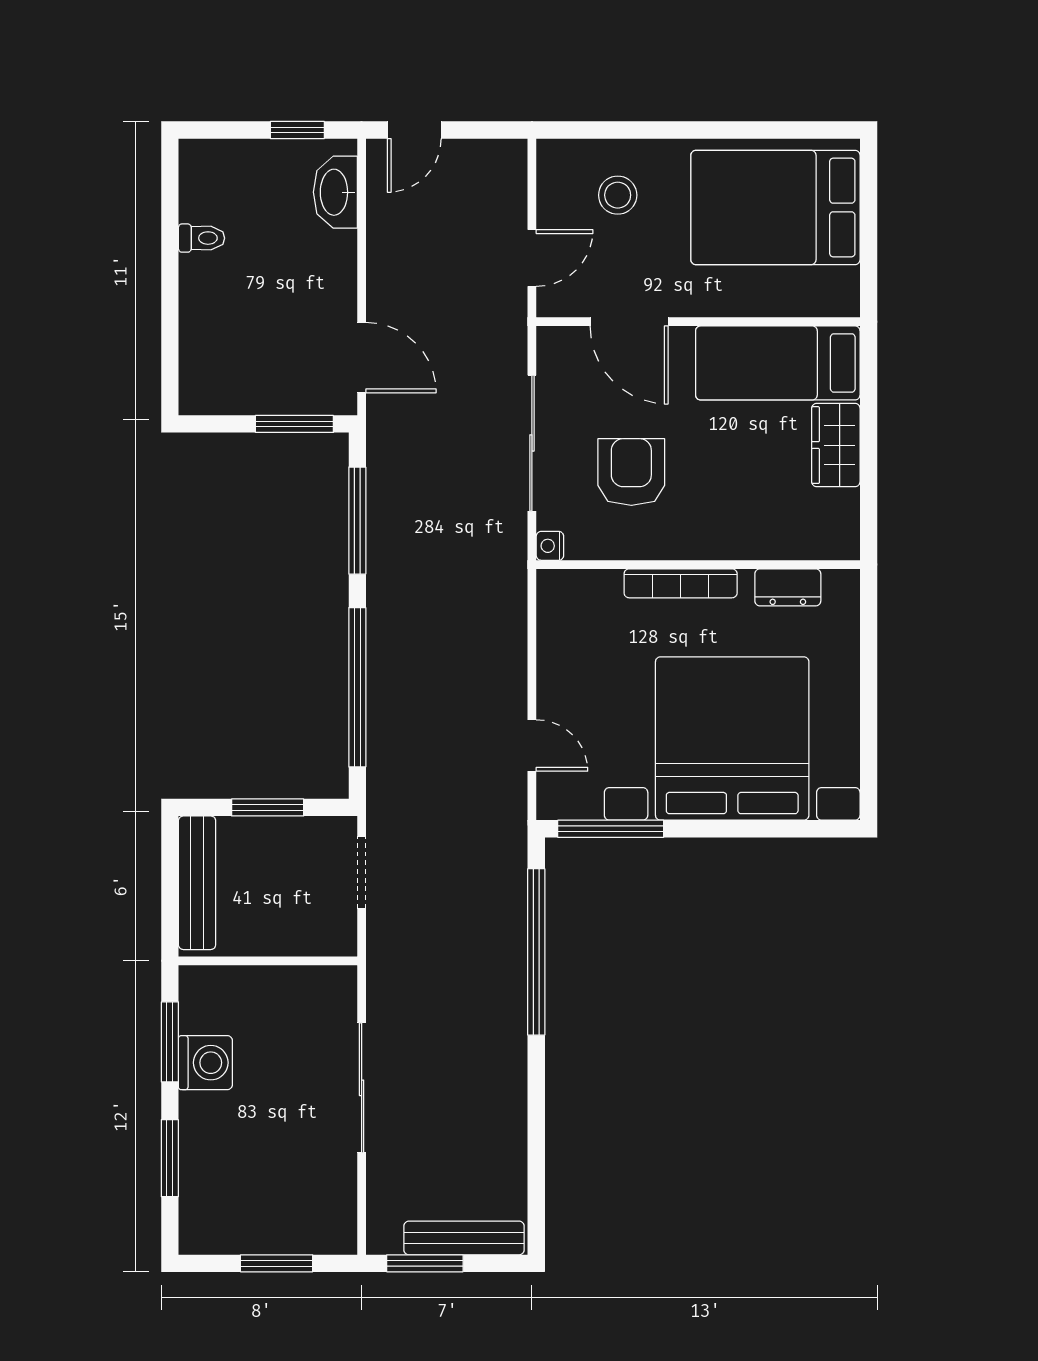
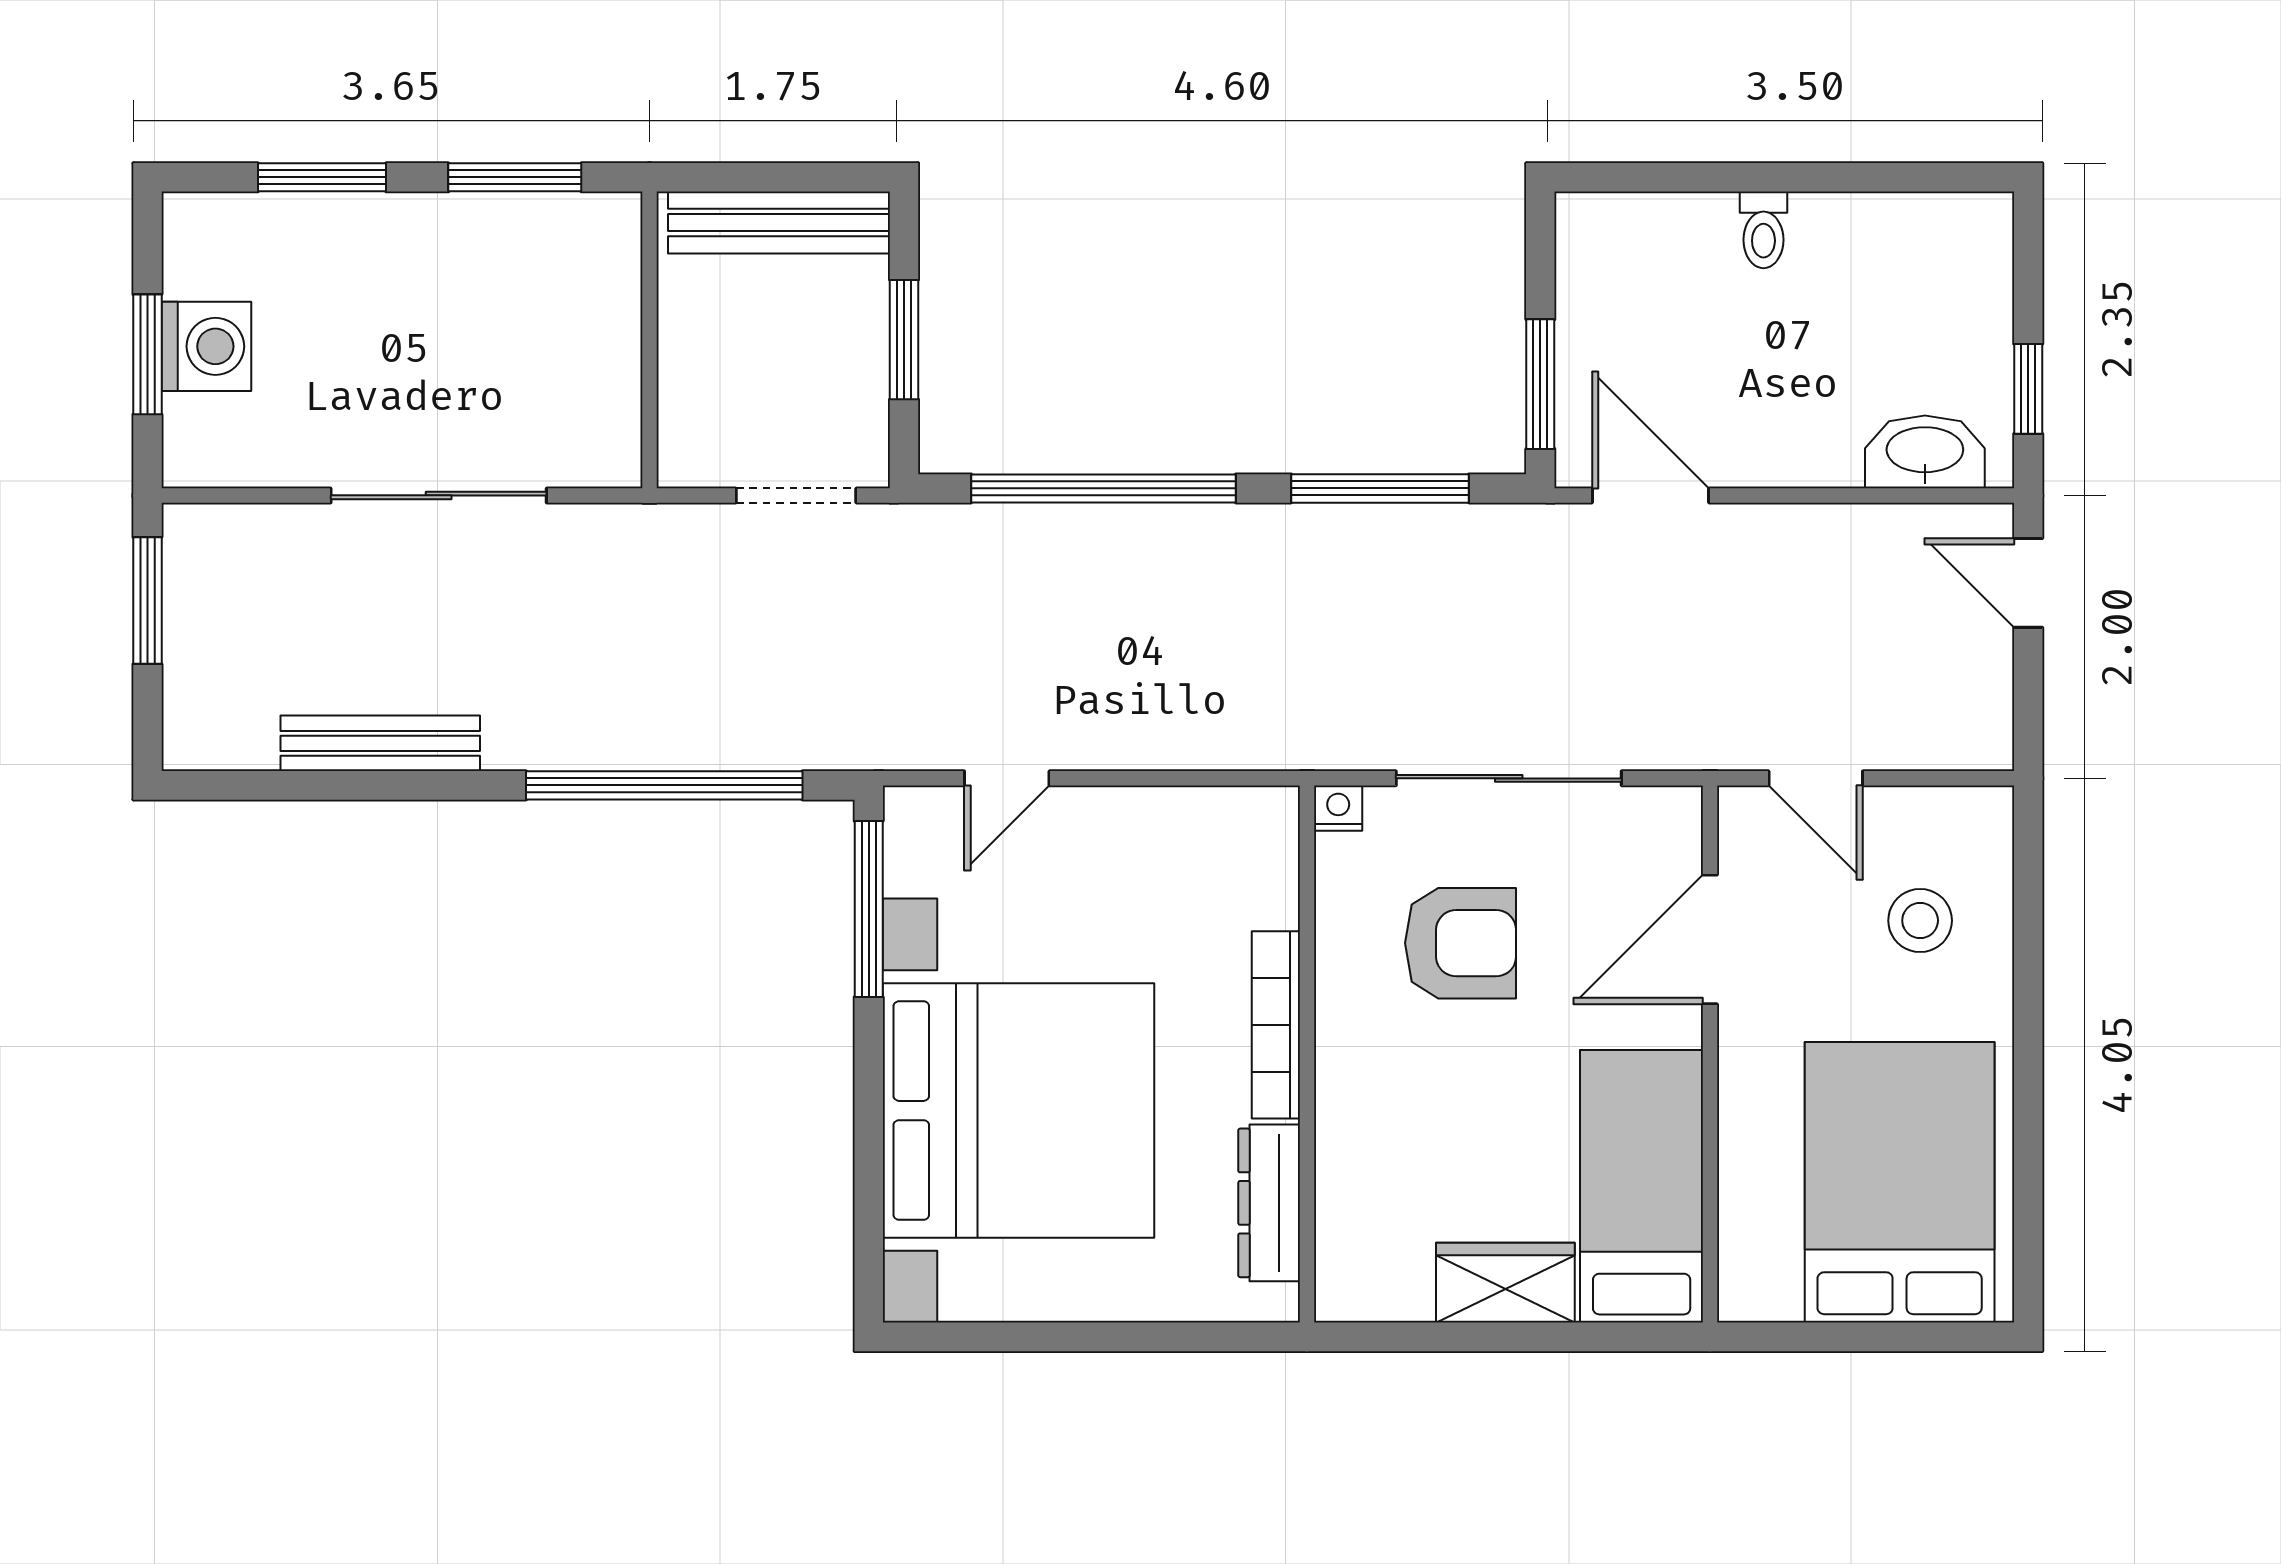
toilet: (201, 238) -> (1763, 230), moved
door: (362, 358) -> (1650, 495), swing flipped
dresser: (788, 587) -> (1269, 1203), width x1.44
washing machine: (205, 1063) -> (206, 346), moved, turned -90
bench: (464, 1238) -> (380, 743), moved, turned 90

